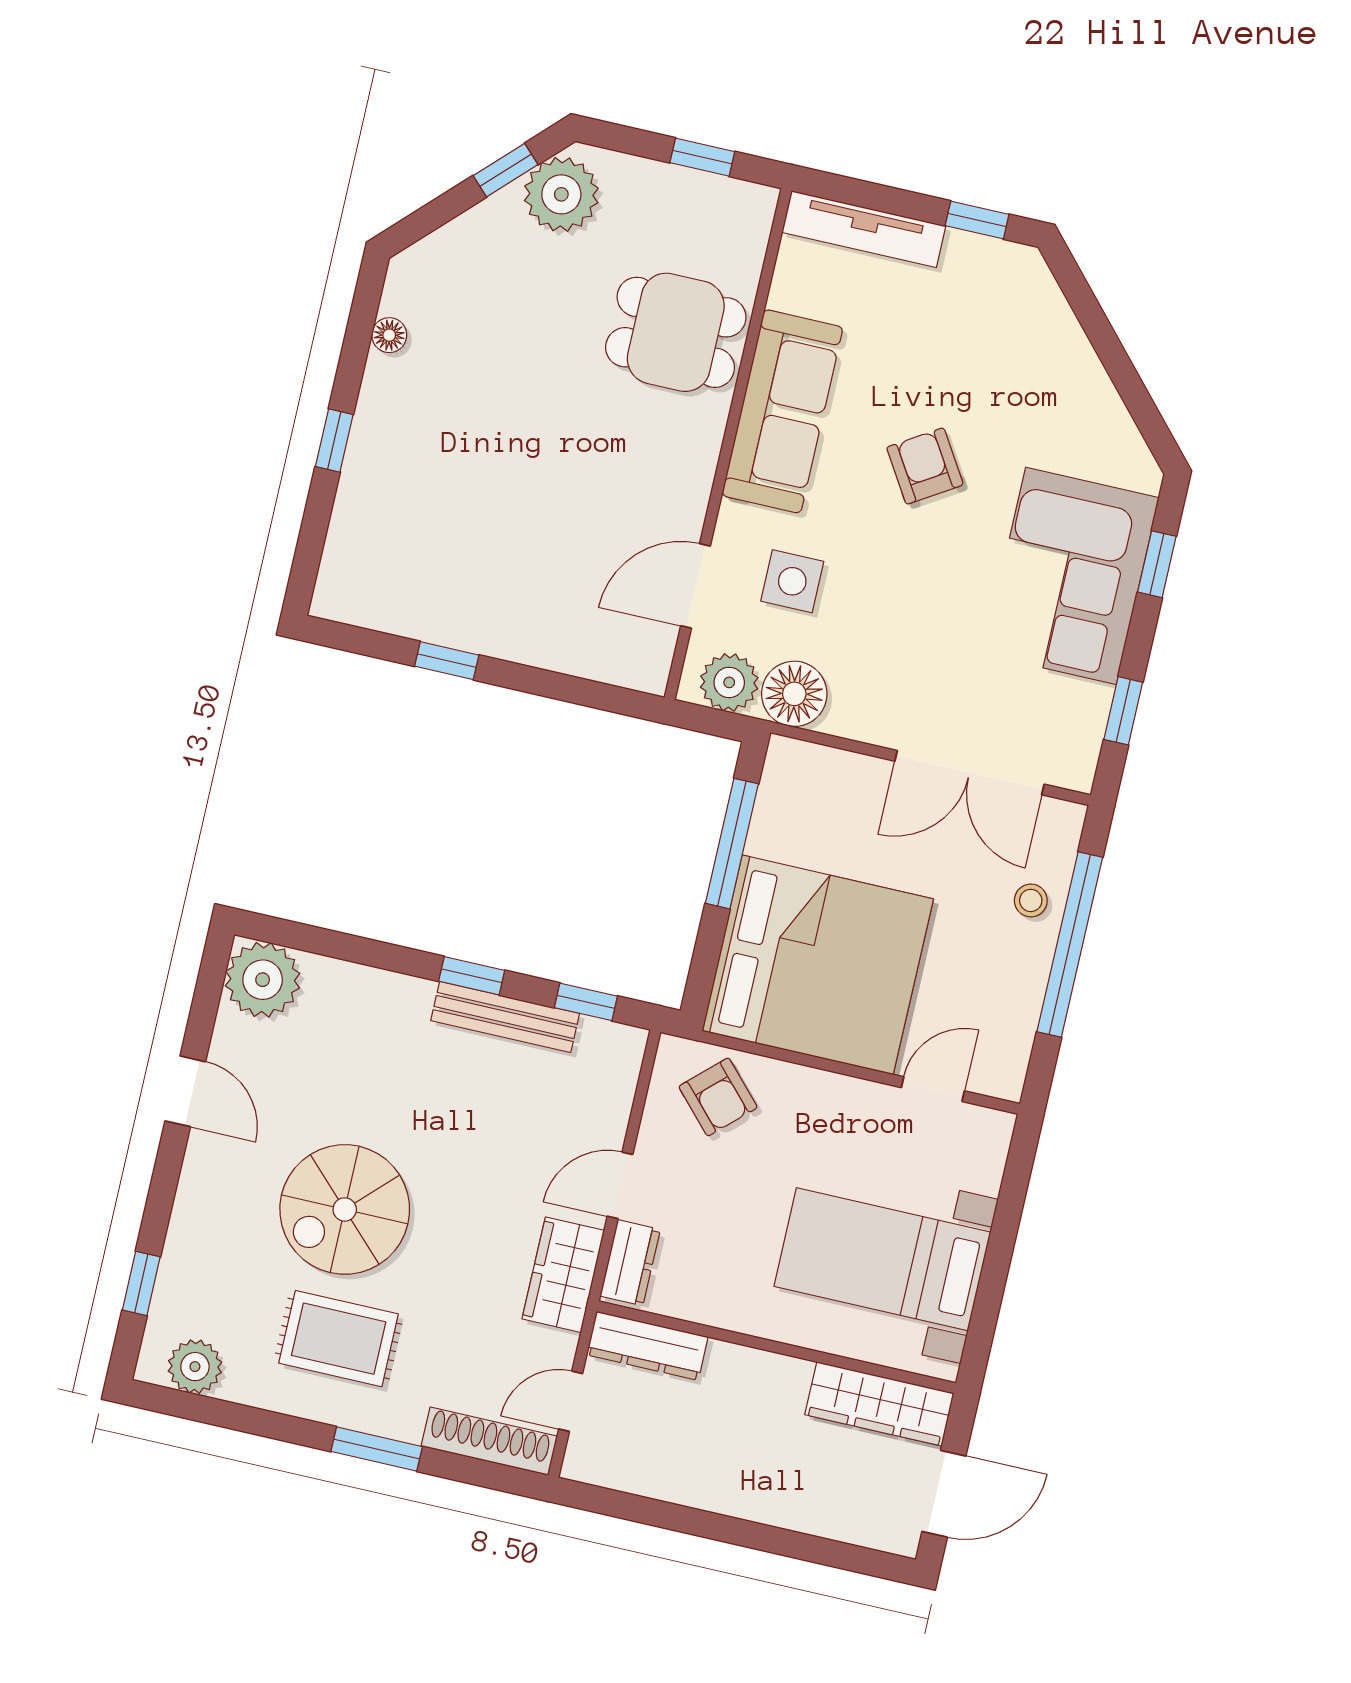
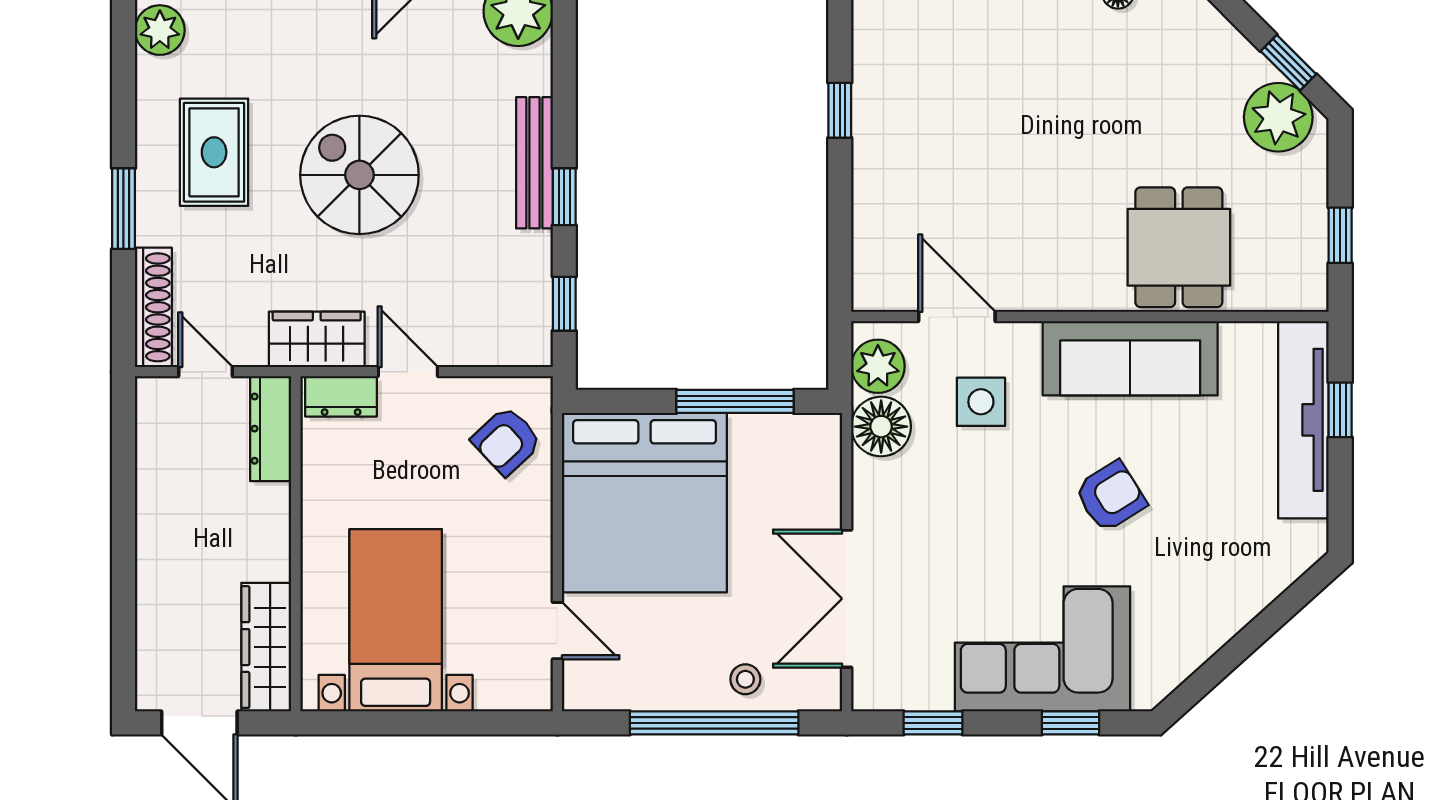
window: (977, 220) -> (1340, 410), moved
tv unit: (864, 229) -> (1303, 420), width x1.36, depth x1.29
bench: (505, 1017) -> (534, 163), moved
spiral stairs: (345, 1209) -> (359, 175), moved

